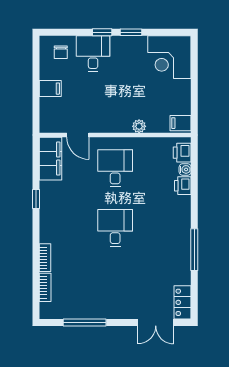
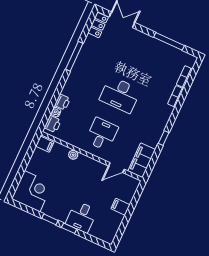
chair: (61, 52) -> (103, 228), removed
door: (78, 135) -> (116, 168), swing flipped
desk: (115, 168) -> (102, 134), turned 180
desk: (115, 228) -> (120, 95), width x1.37

